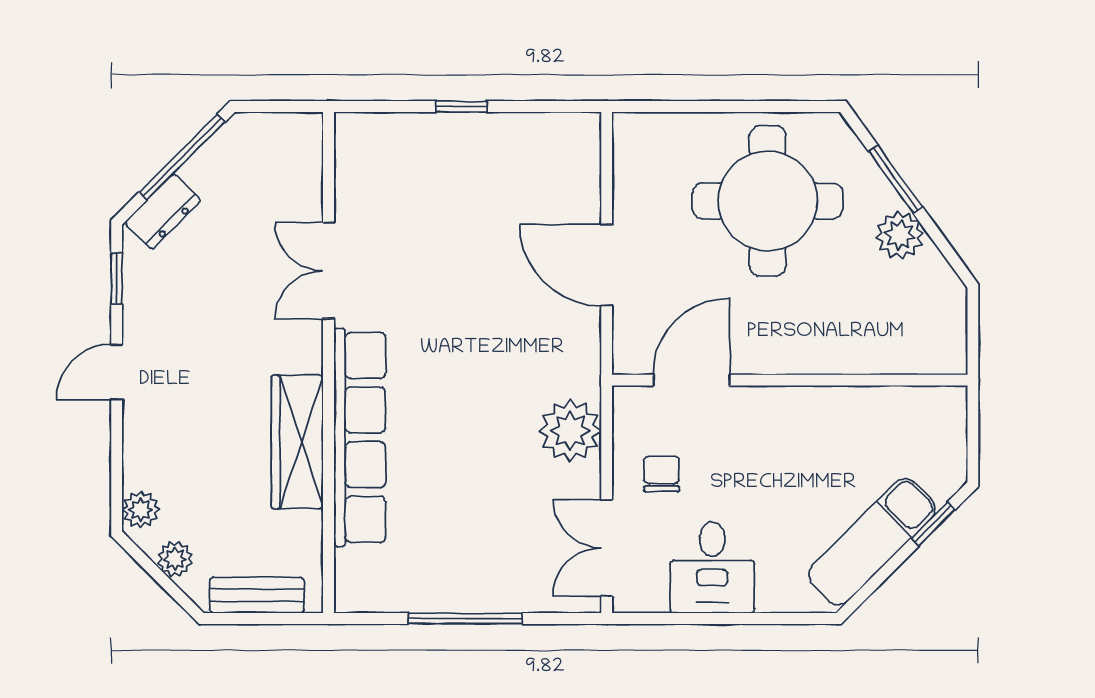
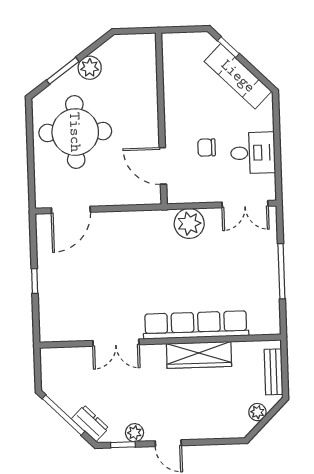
door: (607, 265) -> (71, 210), moved
chair: (662, 474) -> (207, 148), moved
plant: (141, 510) -> (134, 433), moved

